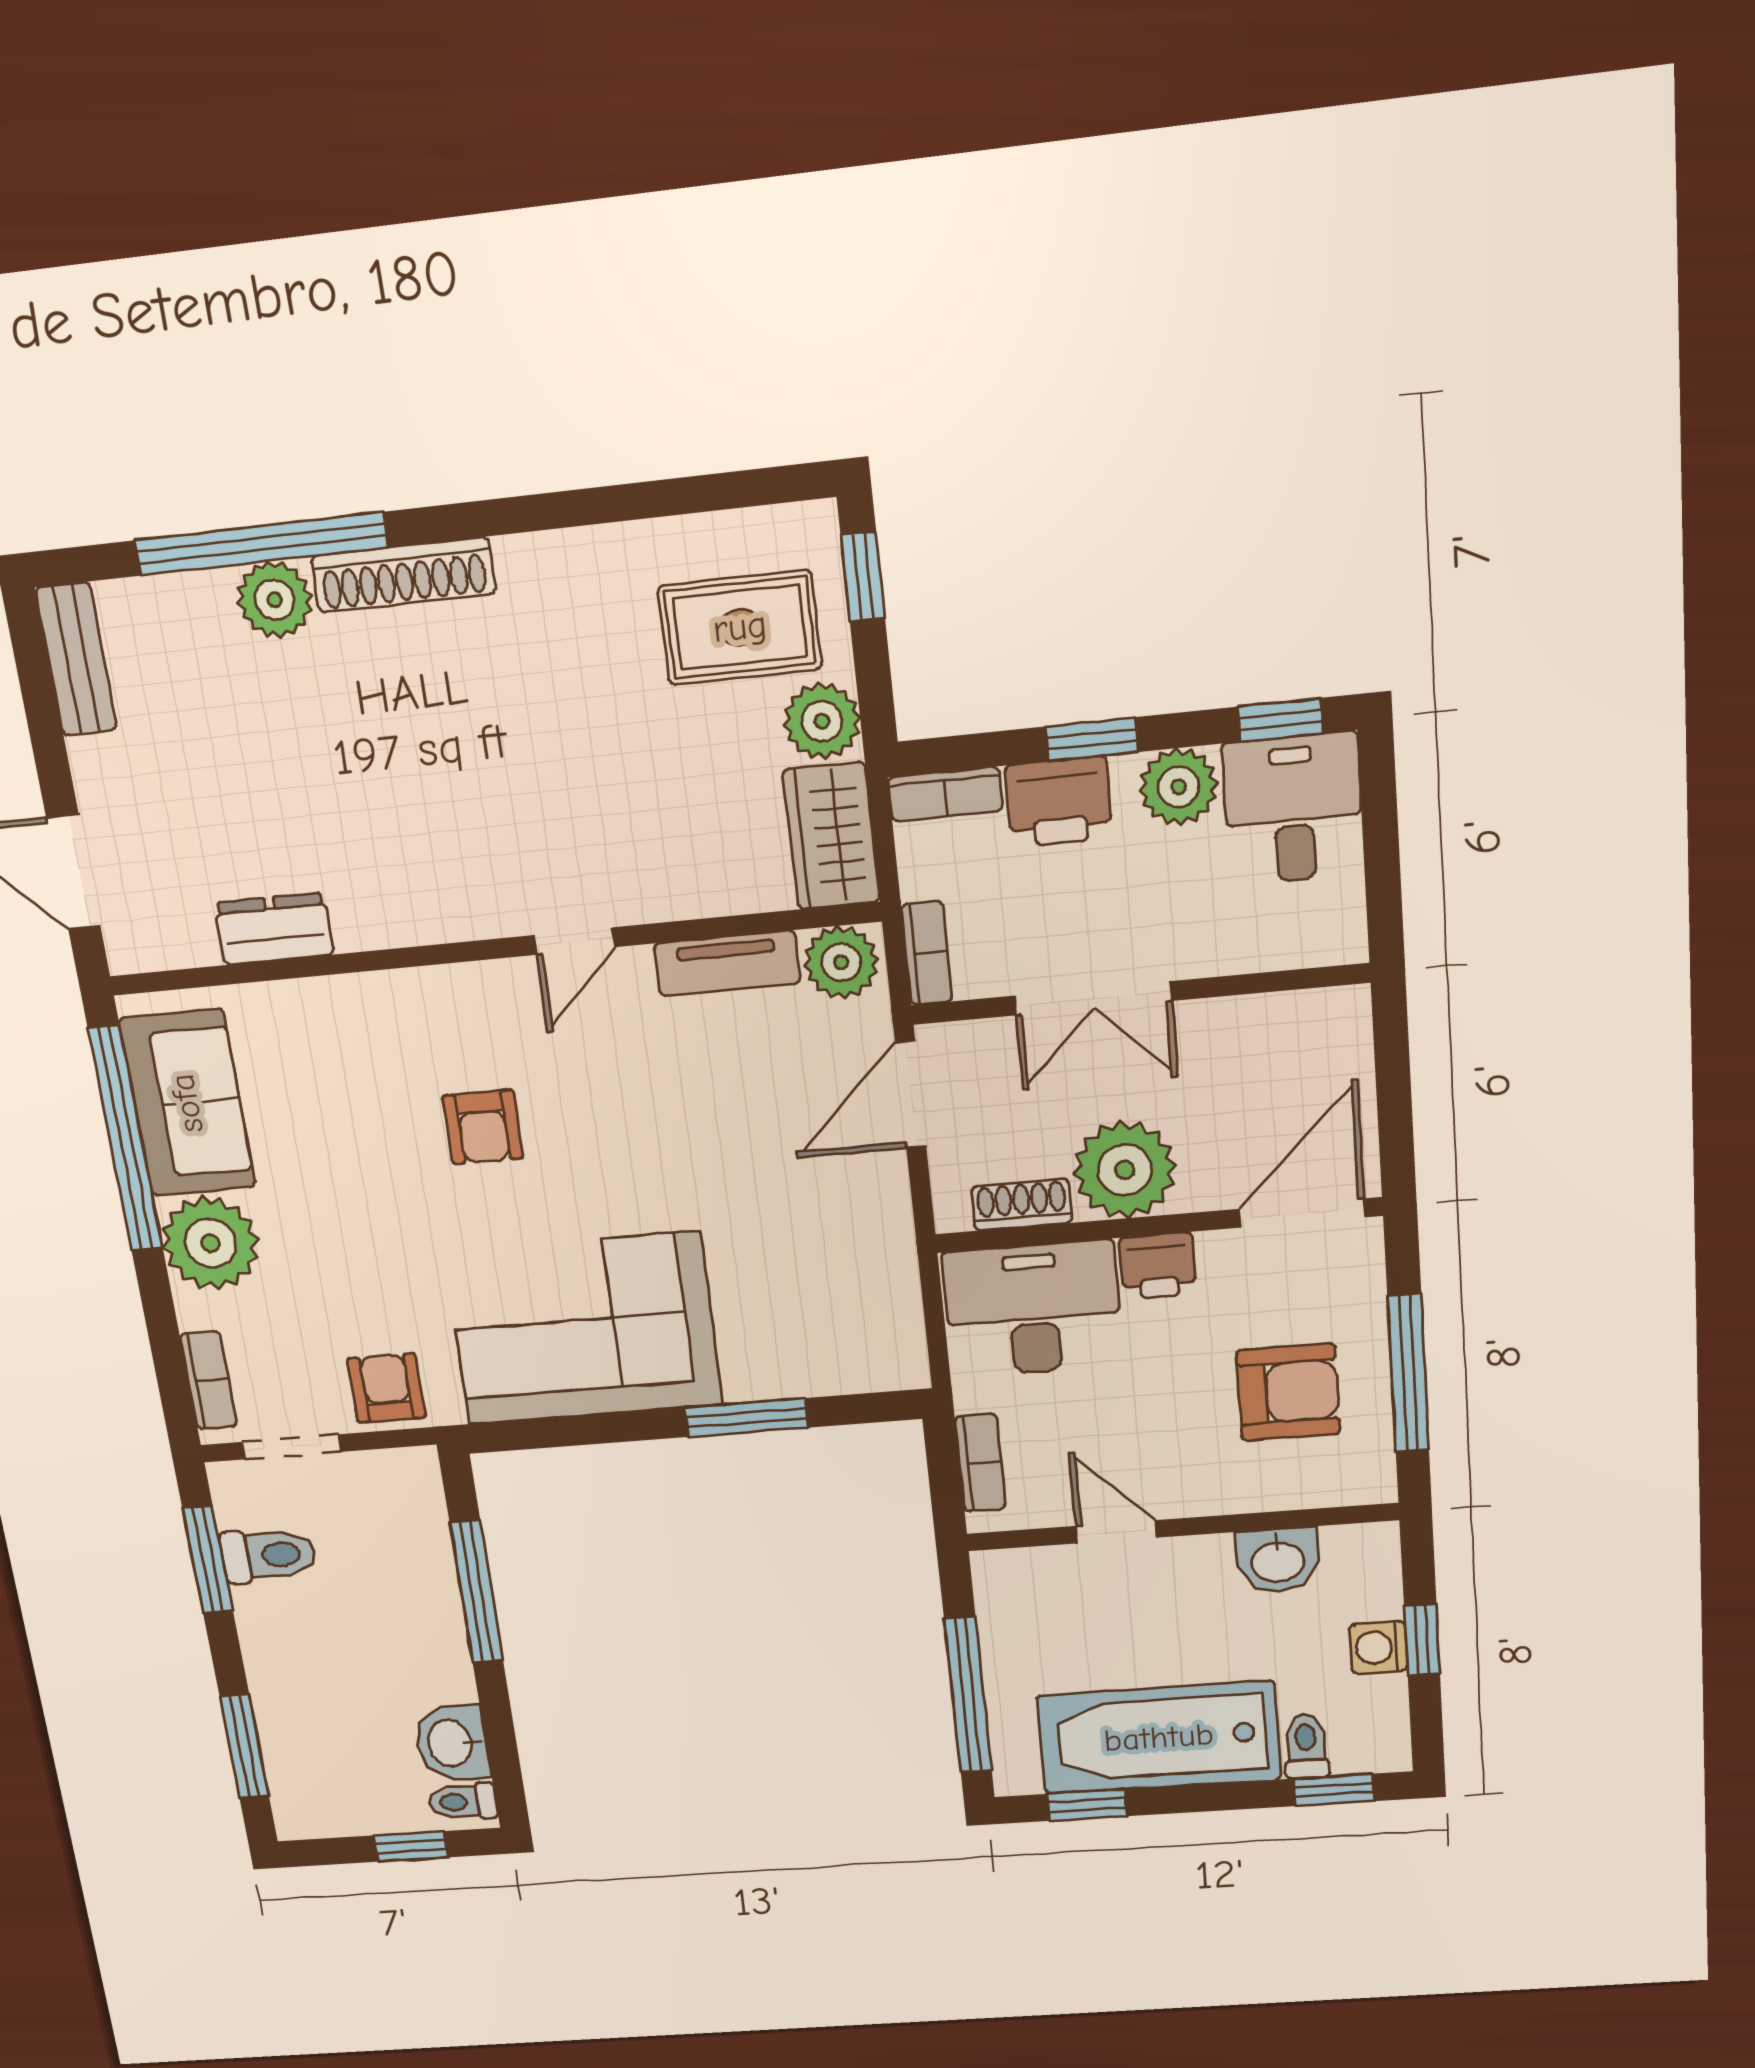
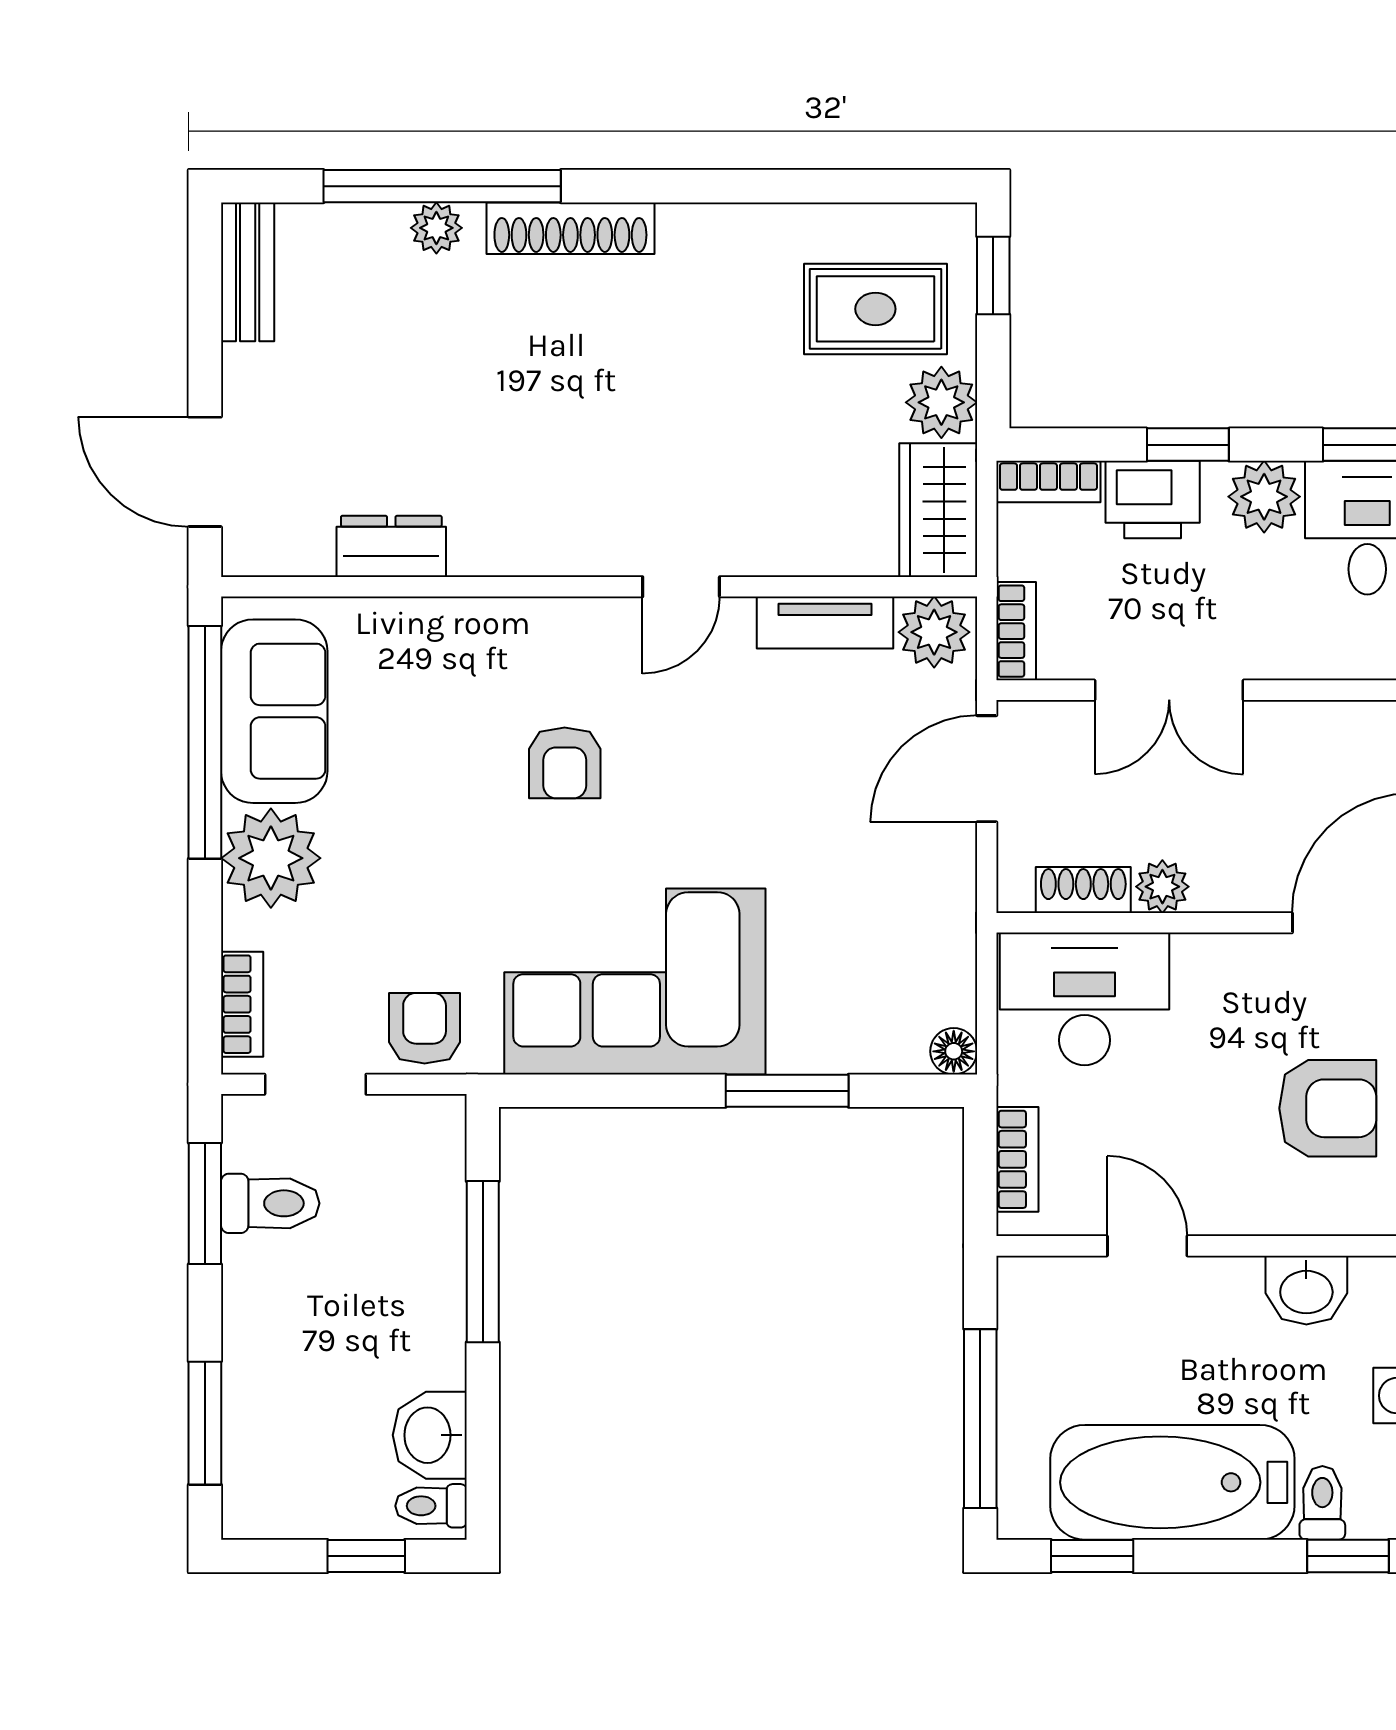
plant: (275, 600) -> (436, 228), width x0.73, depth x0.73
plant: (1125, 1170) -> (1162, 887), width x0.53, depth x0.53
printer: (1158, 1266) -> (1210, 965), removed
floor lamp: (906, 1368) -> (954, 1051), added

